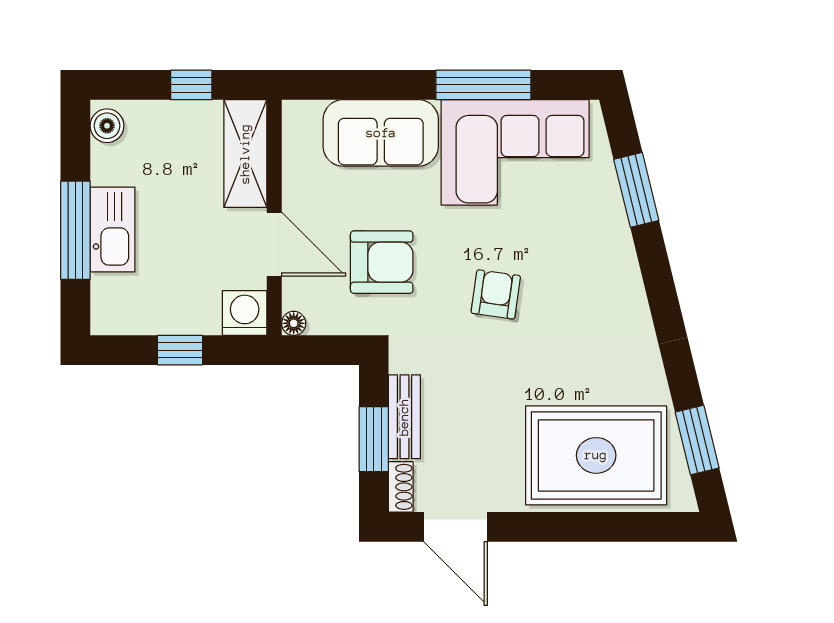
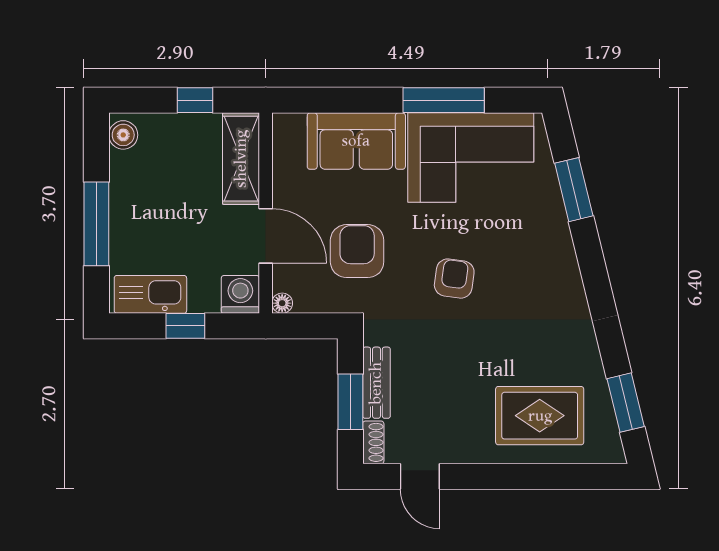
kitchen sink: (113, 230) -> (150, 294), moved, turned -90
armchair: (382, 262) -> (357, 251), turned -90
rug: (596, 455) -> (540, 416), width x0.73, depth x0.69
door: (455, 527) -> (420, 476), width x0.73

